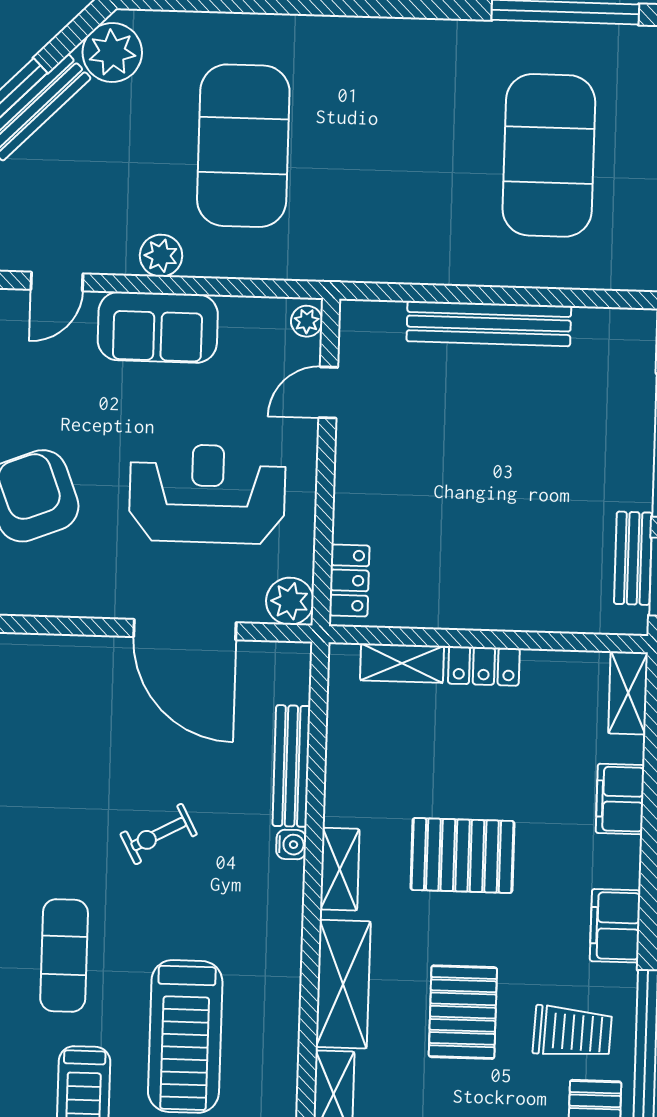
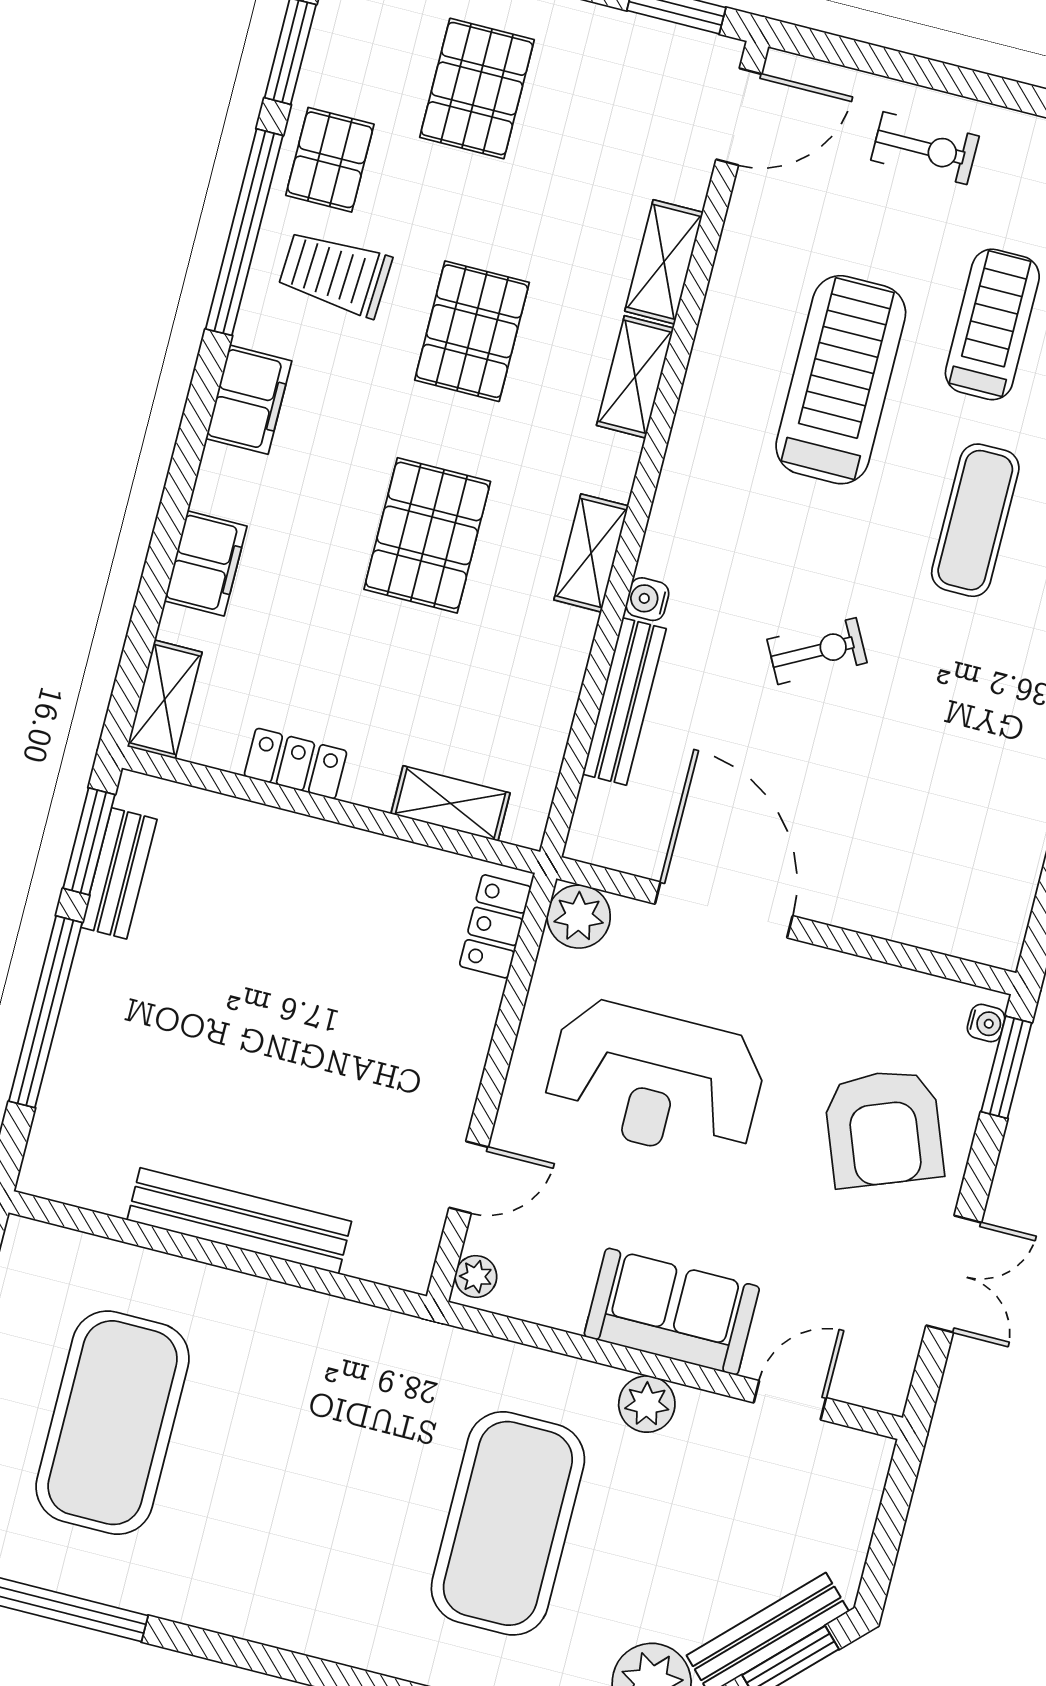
locker: (484, 666) -> (296, 764), moved
pallet: (462, 855) -> (427, 535), turned 90
shelving: (343, 984) -> (635, 377), width x0.67, depth x0.75

